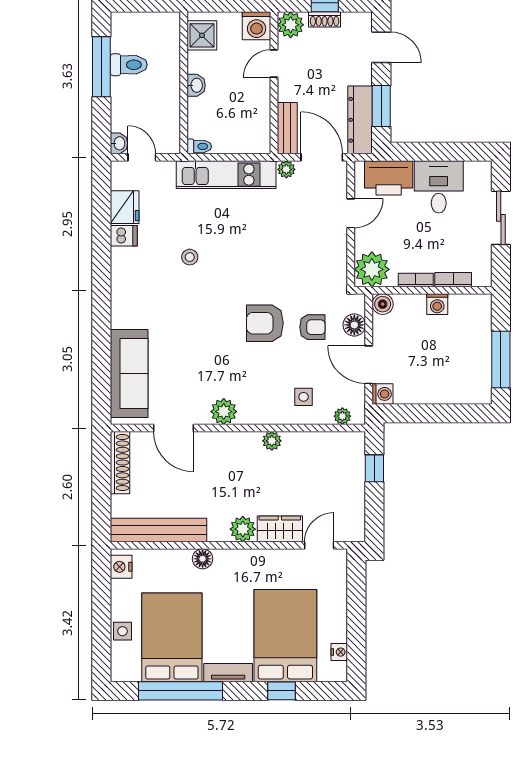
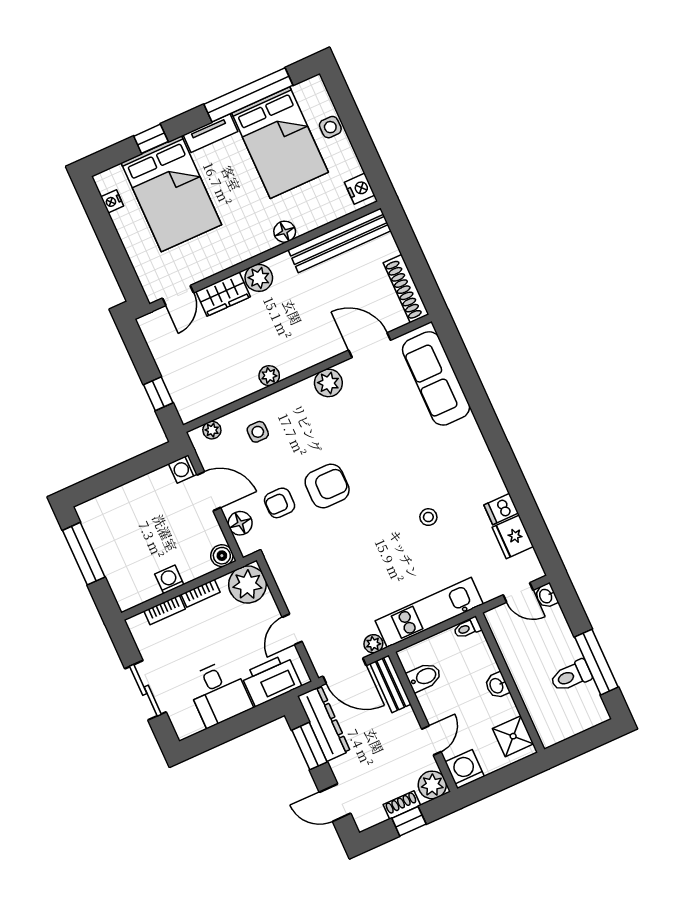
bidet: (256, 121) -> (424, 677), added

